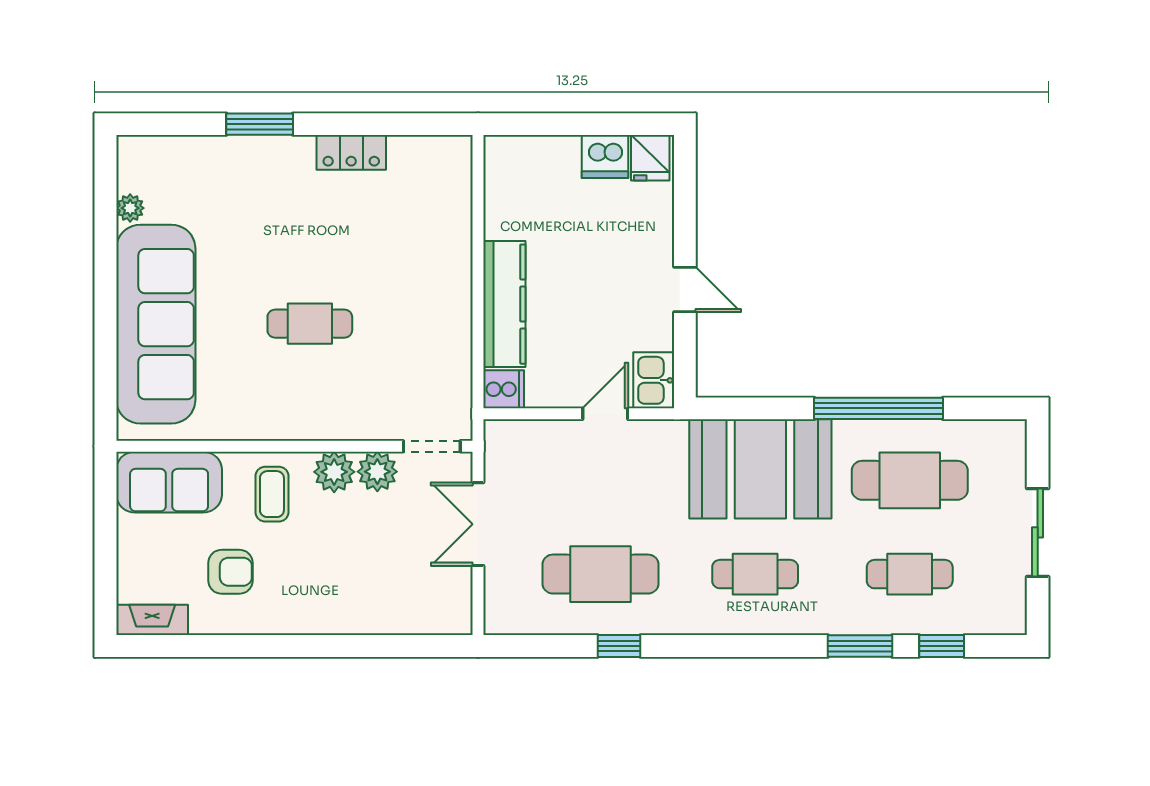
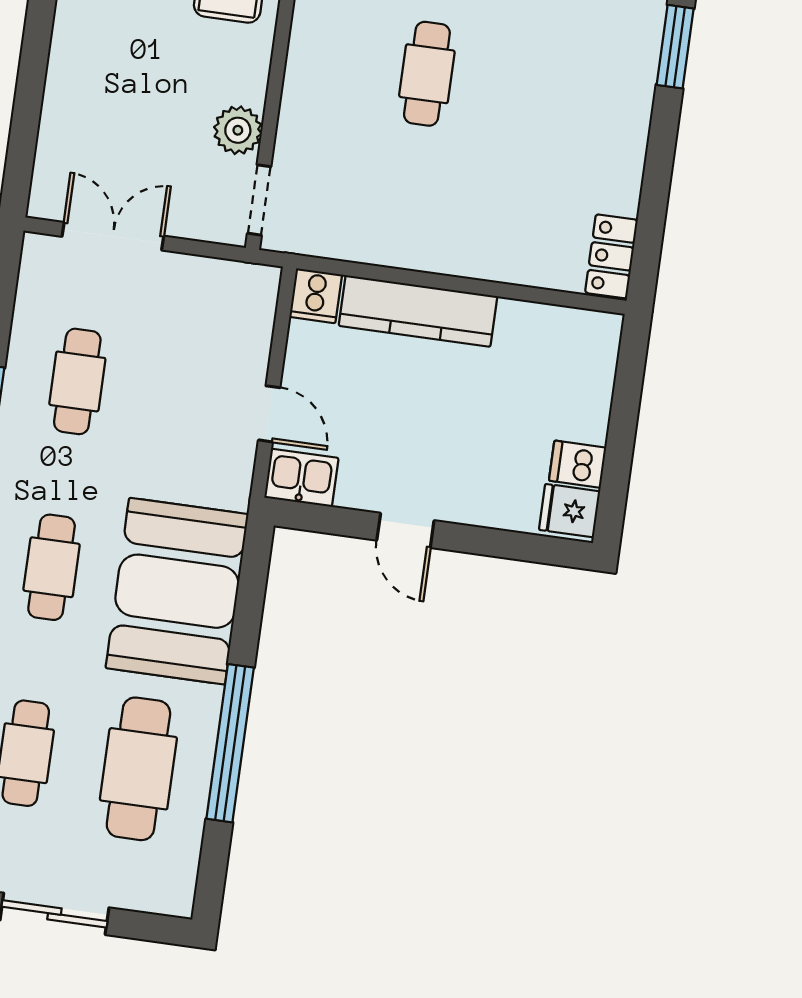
locker: (351, 152) -> (611, 256), moved
dishwasher: (605, 157) -> (578, 464), width x0.73
door: (685, 289) -> (405, 530), hinge flipped
plant: (334, 472) -> (245, 78), removed
double door: (478, 524) -> (113, 236), moved
cafe table: (600, 574) -> (77, 381), width x0.73, depth x0.74

